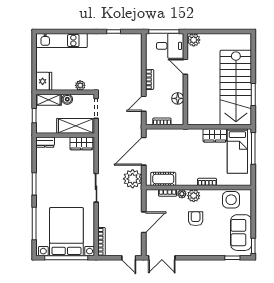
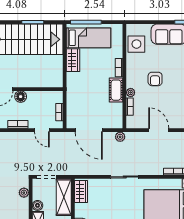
floor lamp: (178, 98) -> (21, 97), moved
plant: (133, 179) -> (120, 137), width x0.53, depth x0.53
cot: (163, 179) -> (116, 90), moved
plant: (194, 196) -> (132, 81), removed
armchair: (196, 219) -> (155, 79), turned -90

